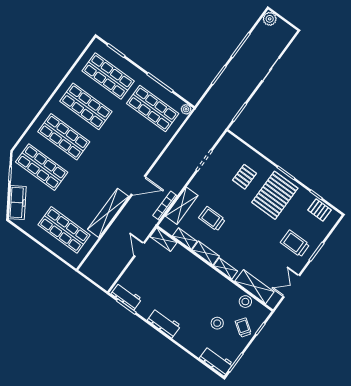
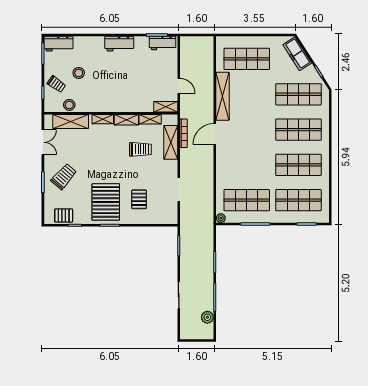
plant: (270, 19) -> (207, 317), moved
trolley: (295, 244) -> (64, 176), turned -49

